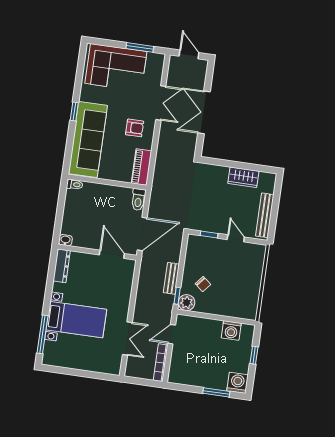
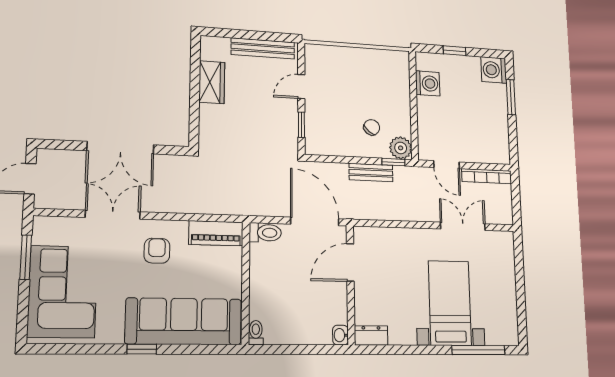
dresser: (62, 266) -> (371, 335), width x0.70

